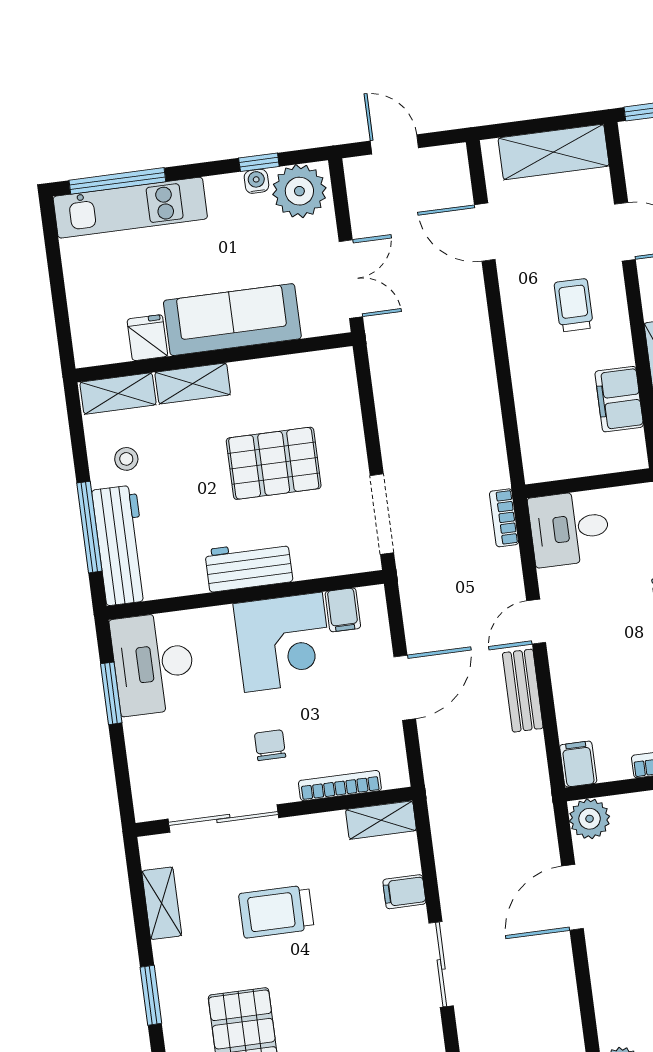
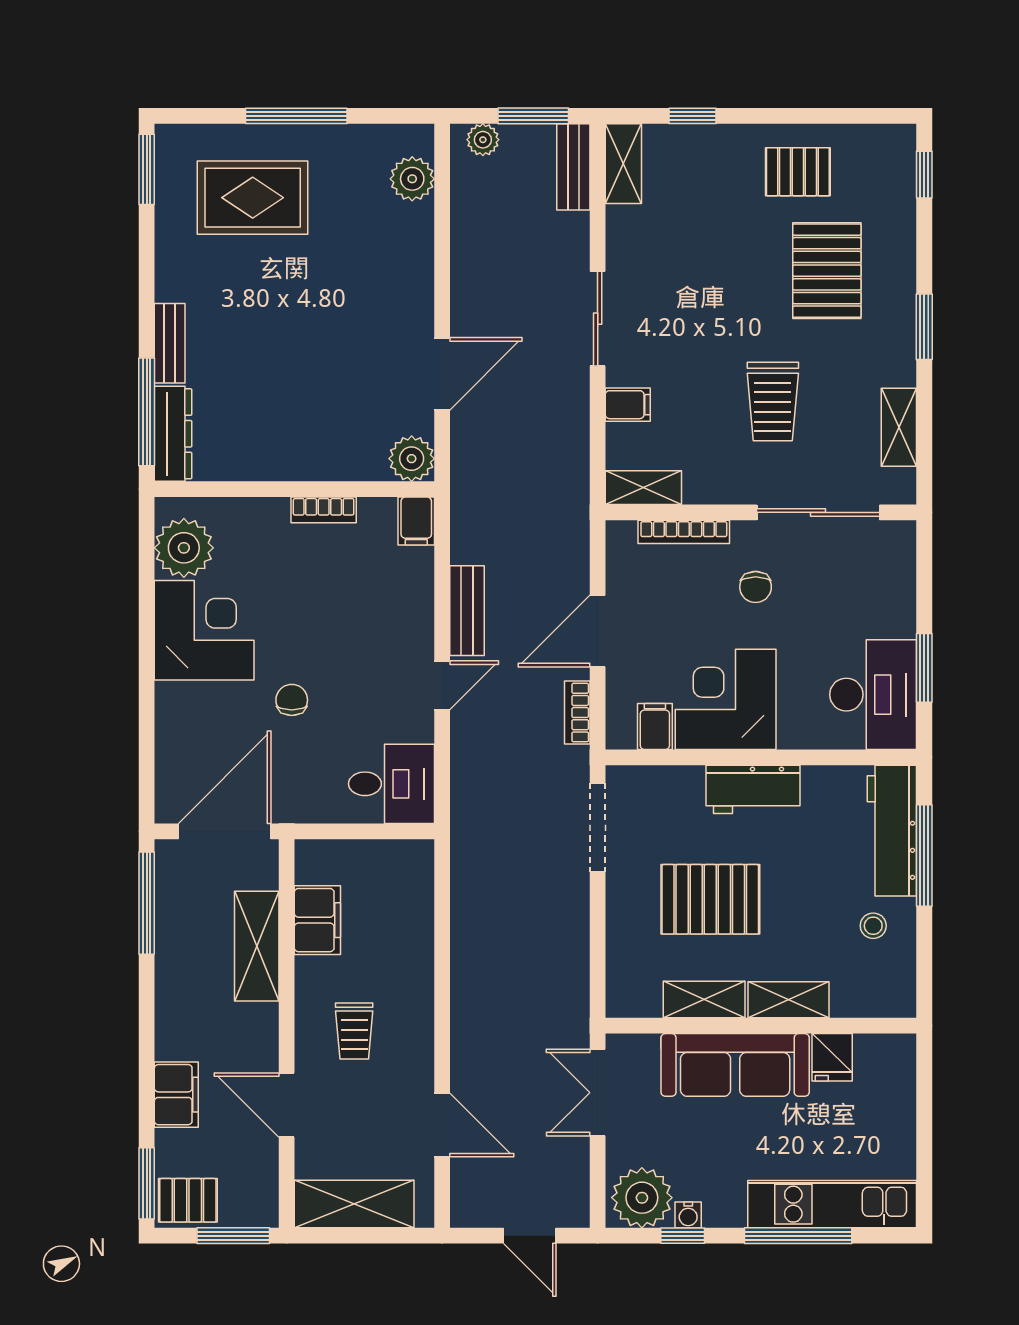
window: (117, 181) -> (798, 1236), moved
shelving: (118, 393) -> (704, 1000), moved
bookcase: (504, 518) -> (577, 713), moved, turned 180
trolley: (276, 911) -> (773, 401), turned 90

